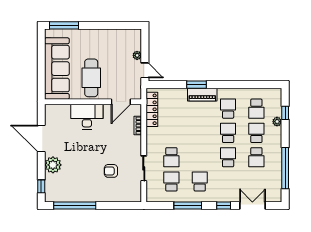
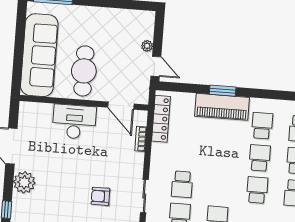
piano: (202, 95) -> (222, 107), width x1.37, depth x1.33
door: (121, 102) -> (121, 106), hinge flipped

